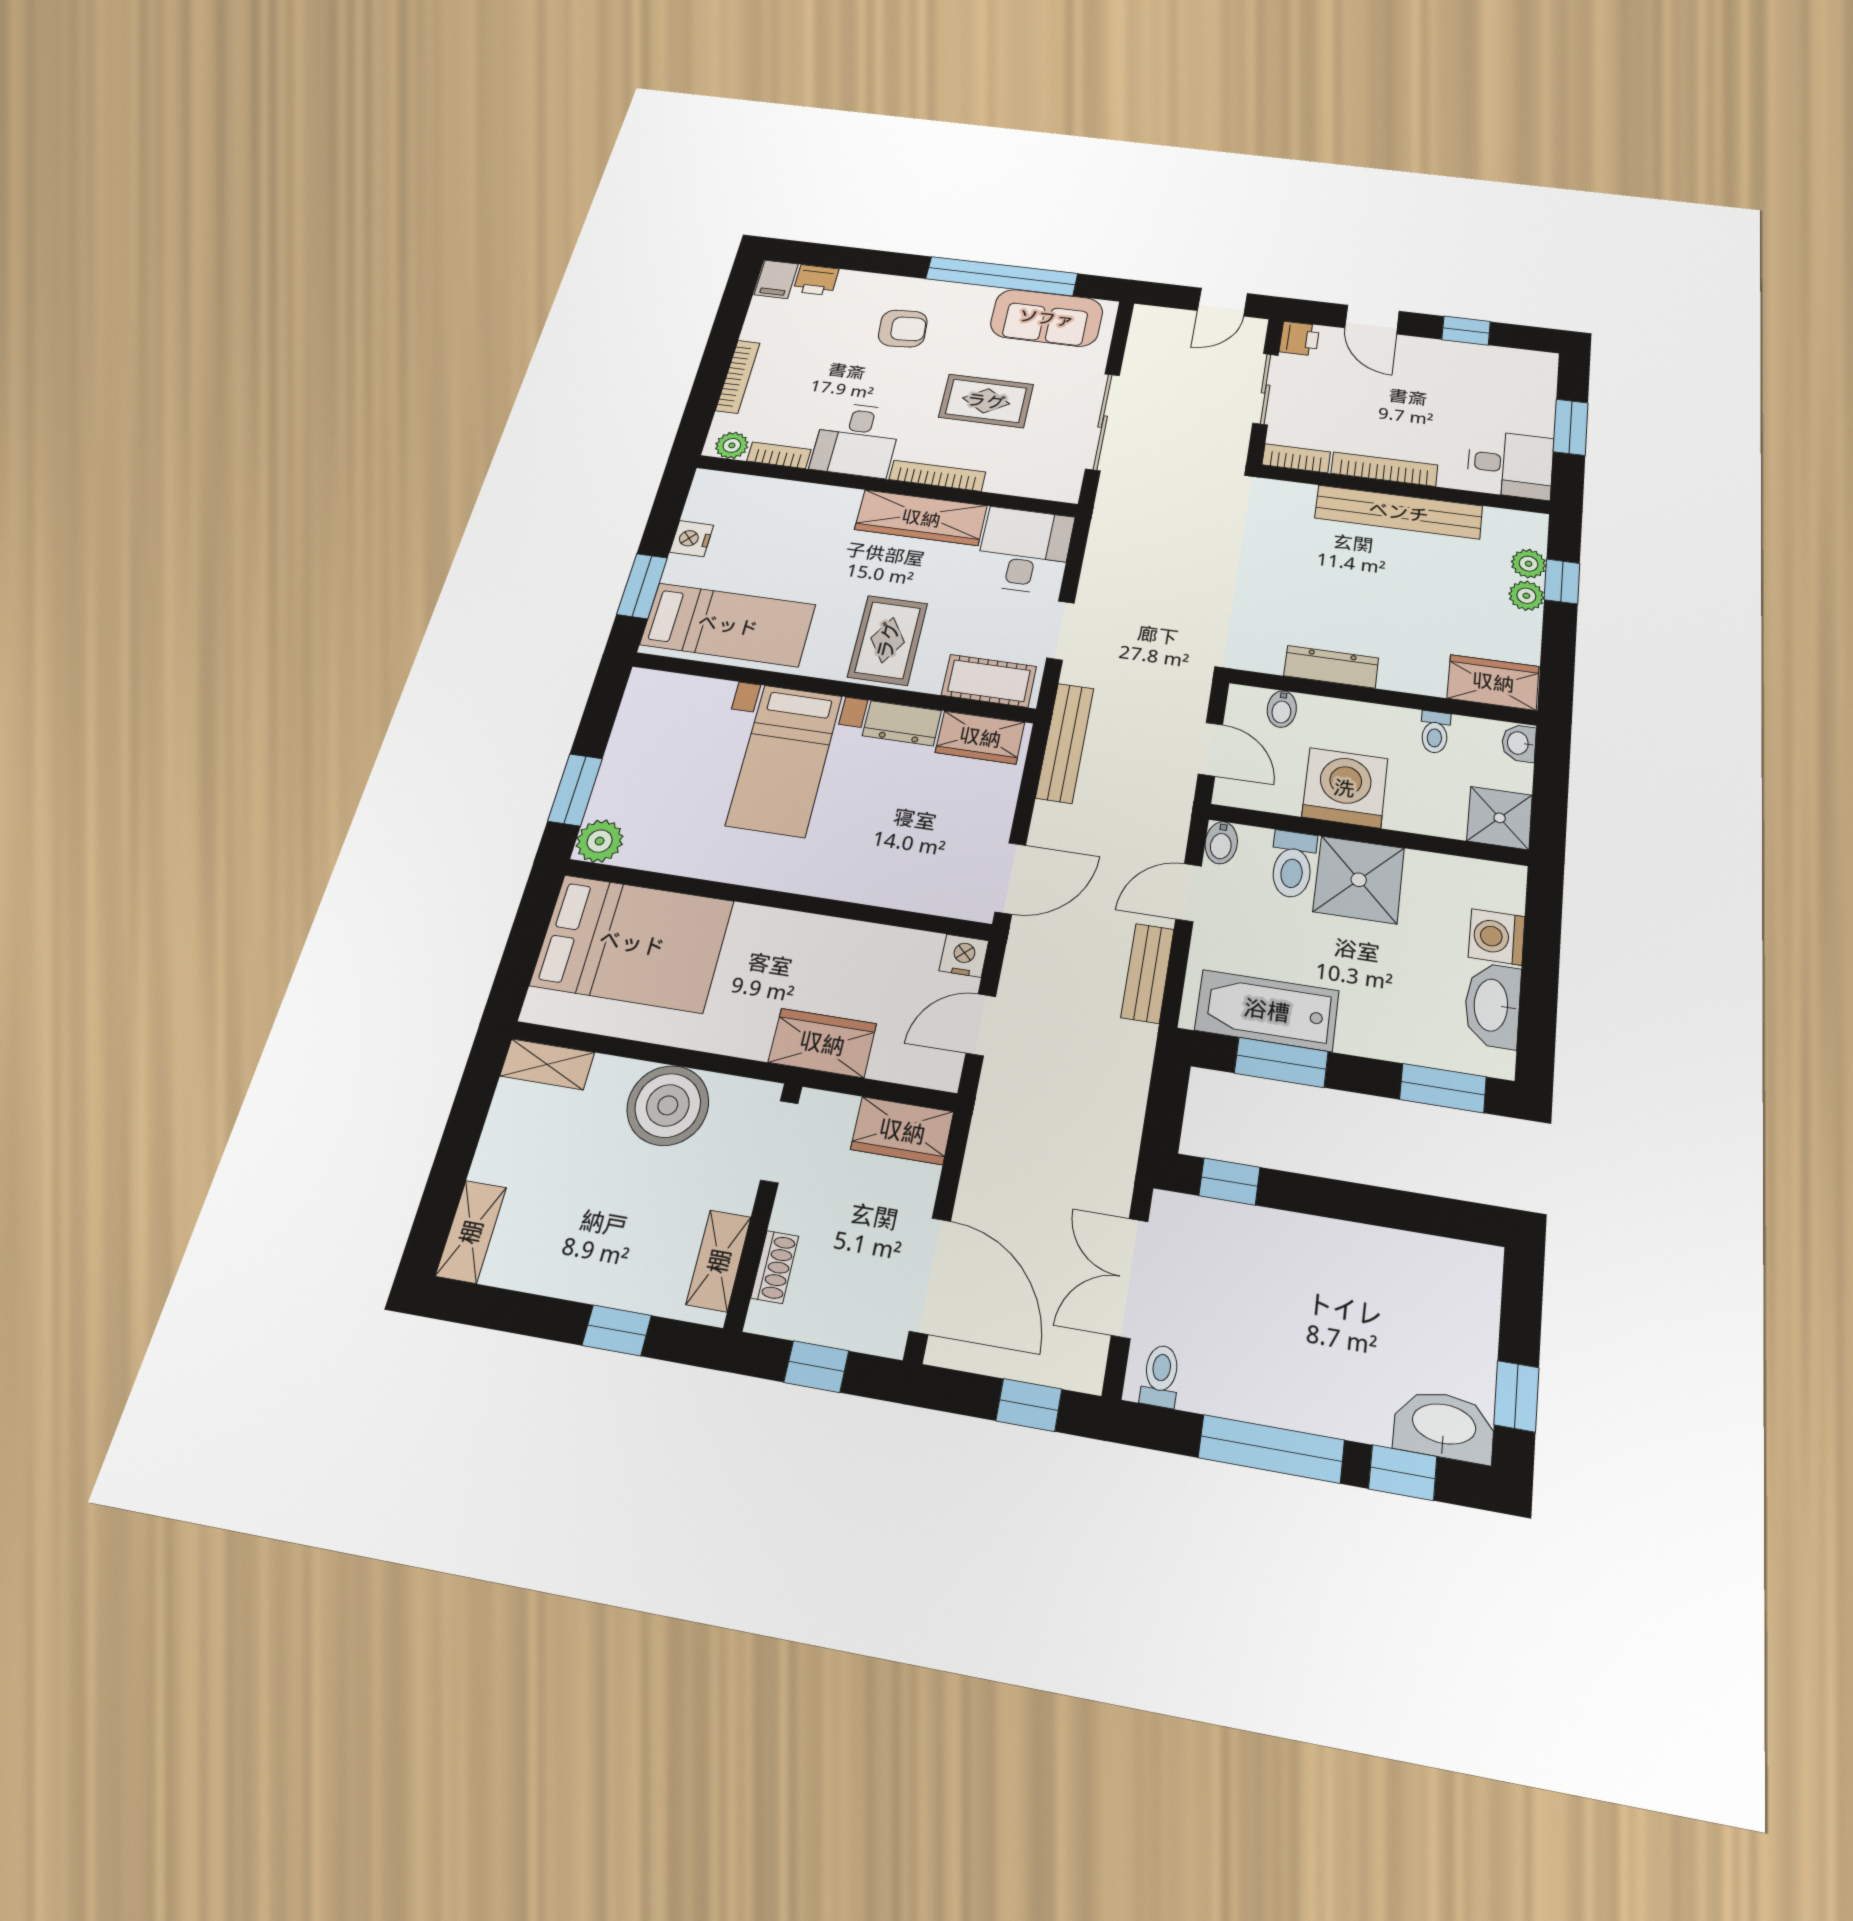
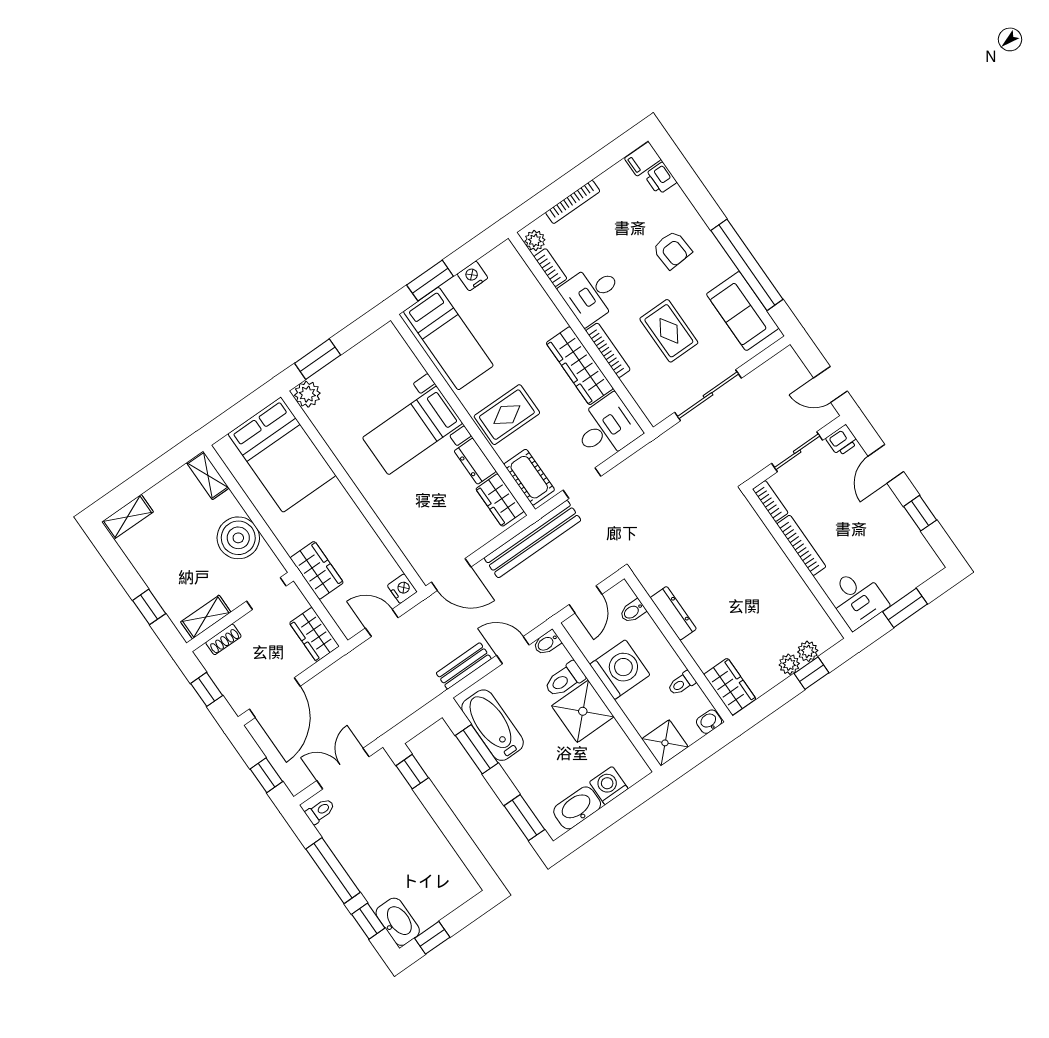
bench: (1399, 512) -> (783, 572), removed
bench: (1065, 743) -> (532, 539), width x1.37, depth x1.21

